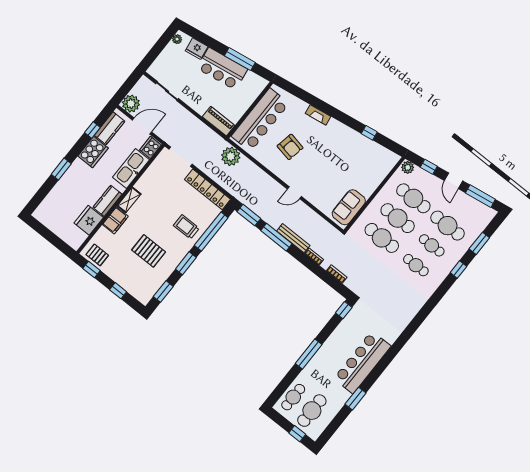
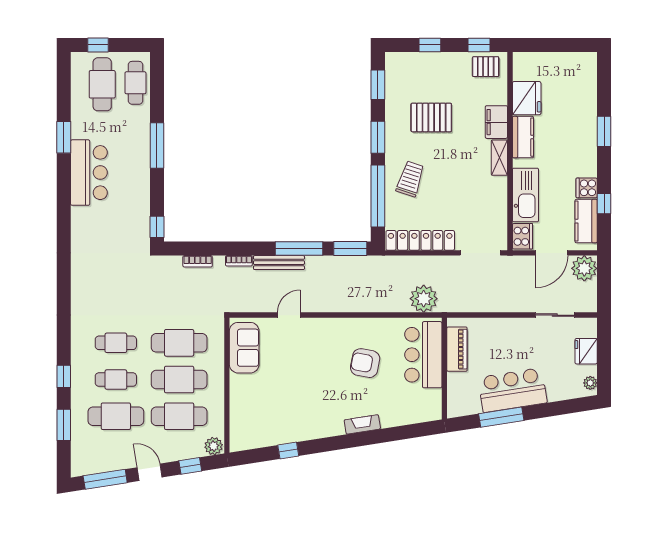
fridge: (197, 49) -> (586, 351), moved, turned -81
bar counter: (260, 120) -> (423, 355), width x0.73
piano: (219, 121) -> (457, 349), moved, turned -90
cooker: (93, 152) -> (587, 188), width x0.53, depth x0.76
door: (294, 193) -> (289, 315), moved
trolley: (186, 227) -> (410, 179), turned -72
bar counter: (362, 362) -> (89, 173), width x0.73

